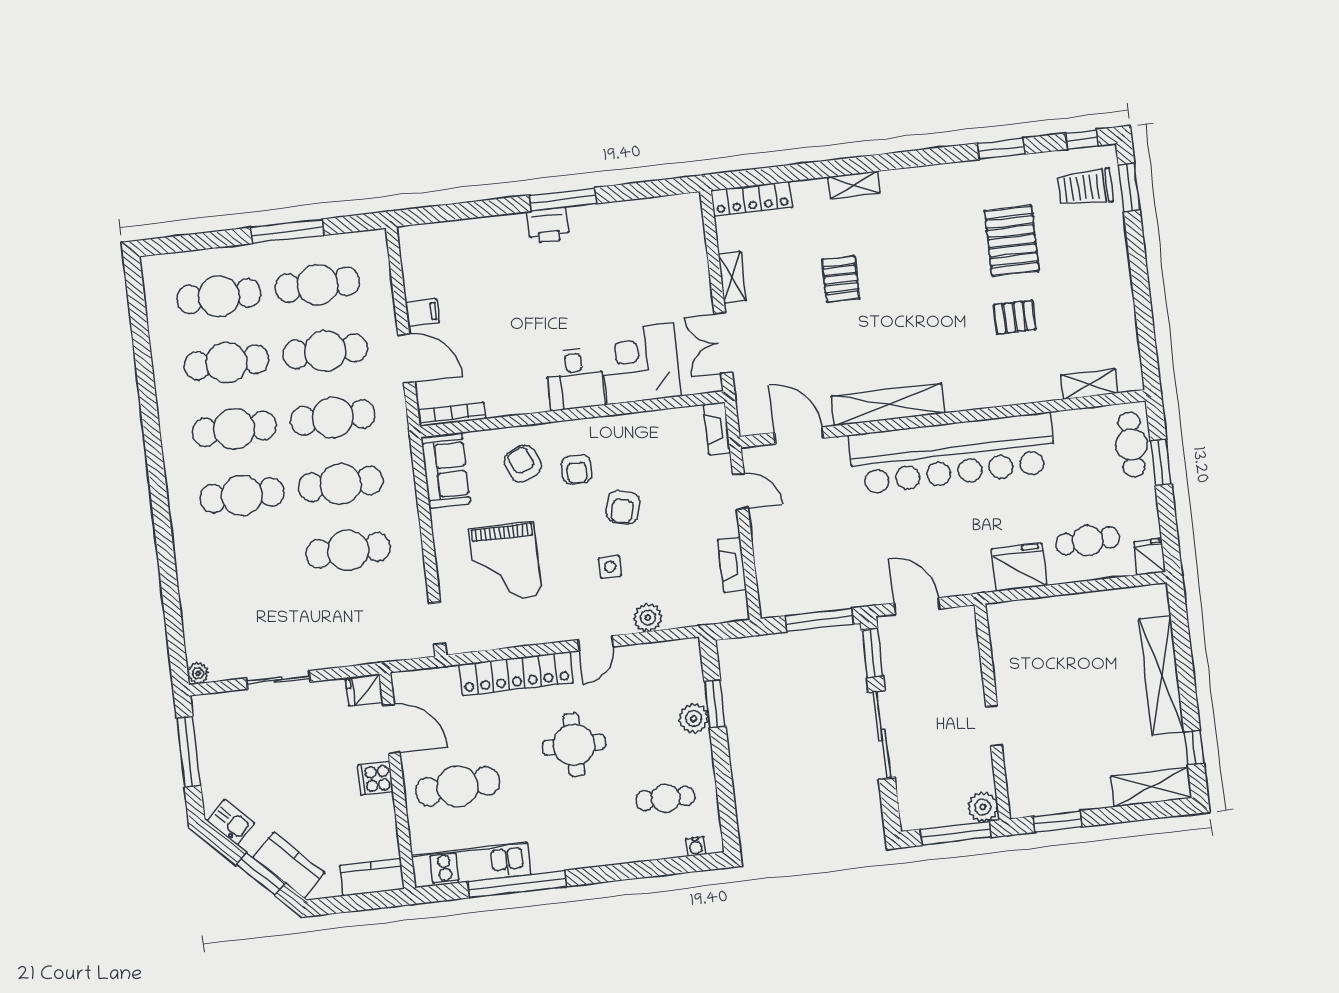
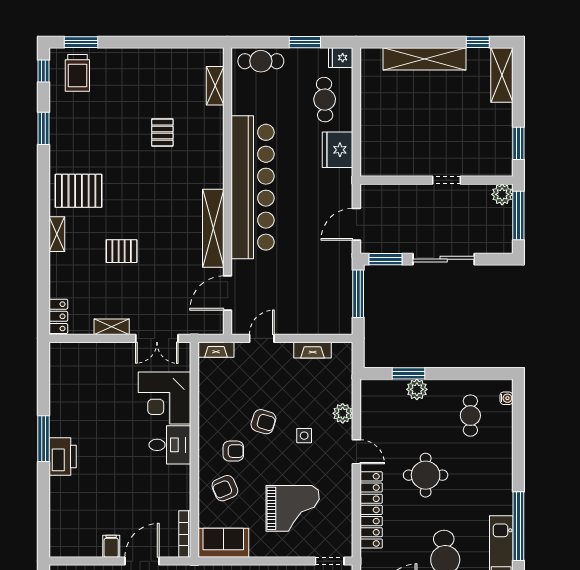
locker: (752, 199) -> (58, 316), width x0.66
printer: (548, 225) -> (63, 456), width x1.37, depth x1.19
pallet: (1012, 241) -> (79, 191), moved
window: (1161, 463) -> (305, 42), moved

